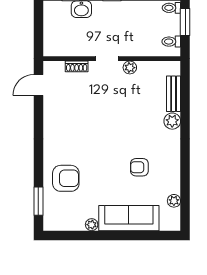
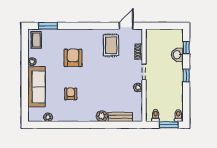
door: (38, 85) -> (126, 26), hinge flipped
rug: (67, 107) -> (111, 45), added
armchair: (66, 178) -> (73, 58), moved, turned 180
coffee table: (60, 218) -> (36, 40), added

